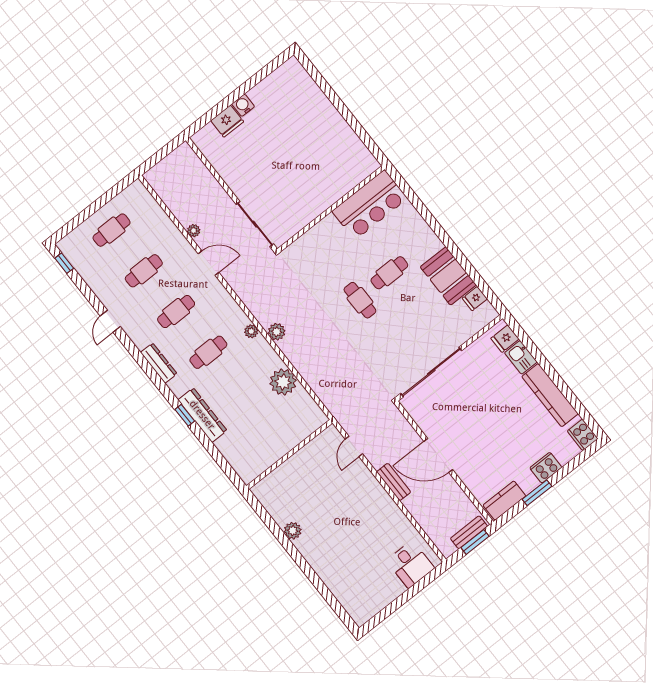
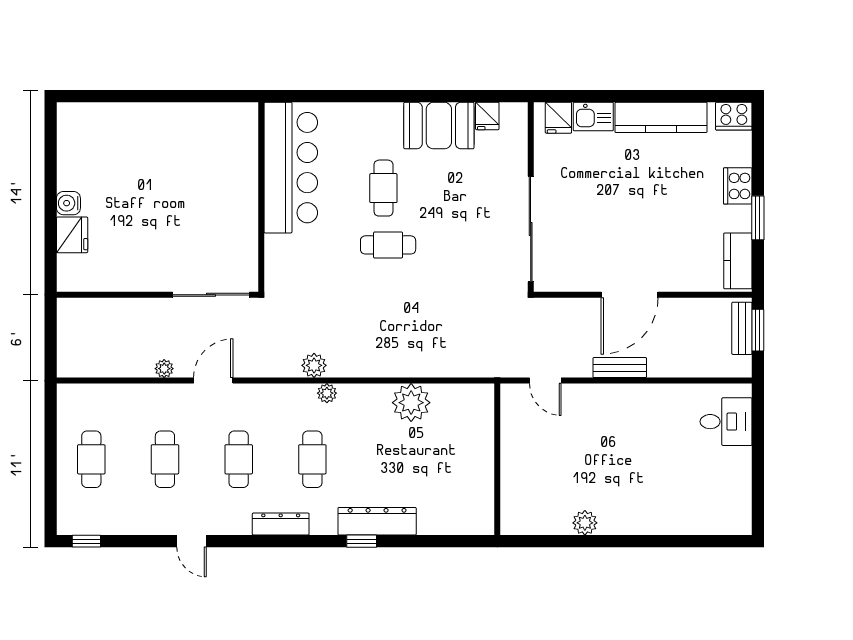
bar counter: (370, 205) -> (291, 168), width x1.36
plant: (277, 332) -> (314, 365), moved

